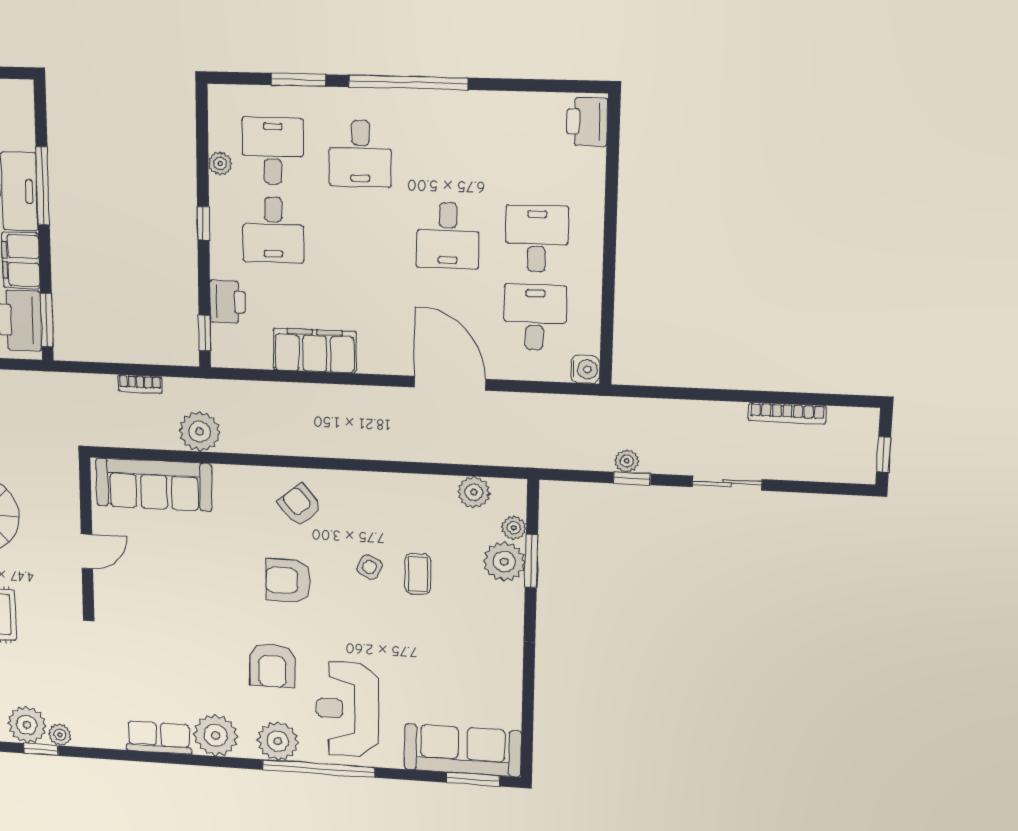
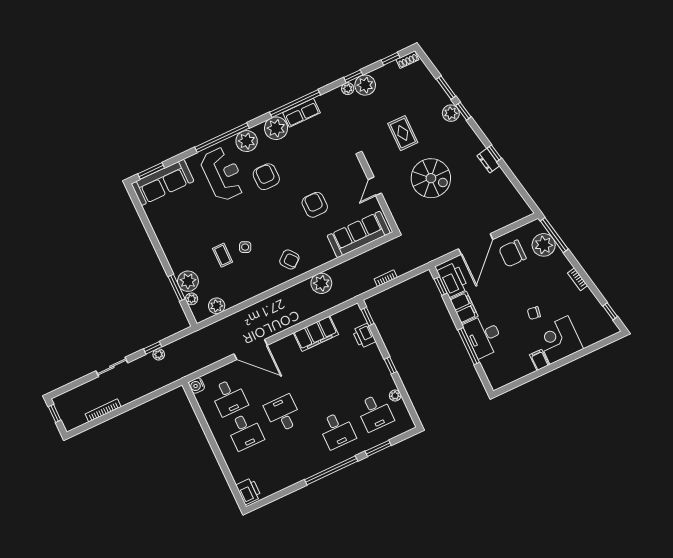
desk: (360, 153) -> (337, 430), turned 180
desk: (273, 230) -> (359, 378), removed
window: (47, 320) -> (441, 286), width x0.67
plant: (199, 432) -> (321, 283), moved
armchair: (288, 581) -> (315, 205), moved, turned -90
window: (163, 758) -> (295, 104), added

